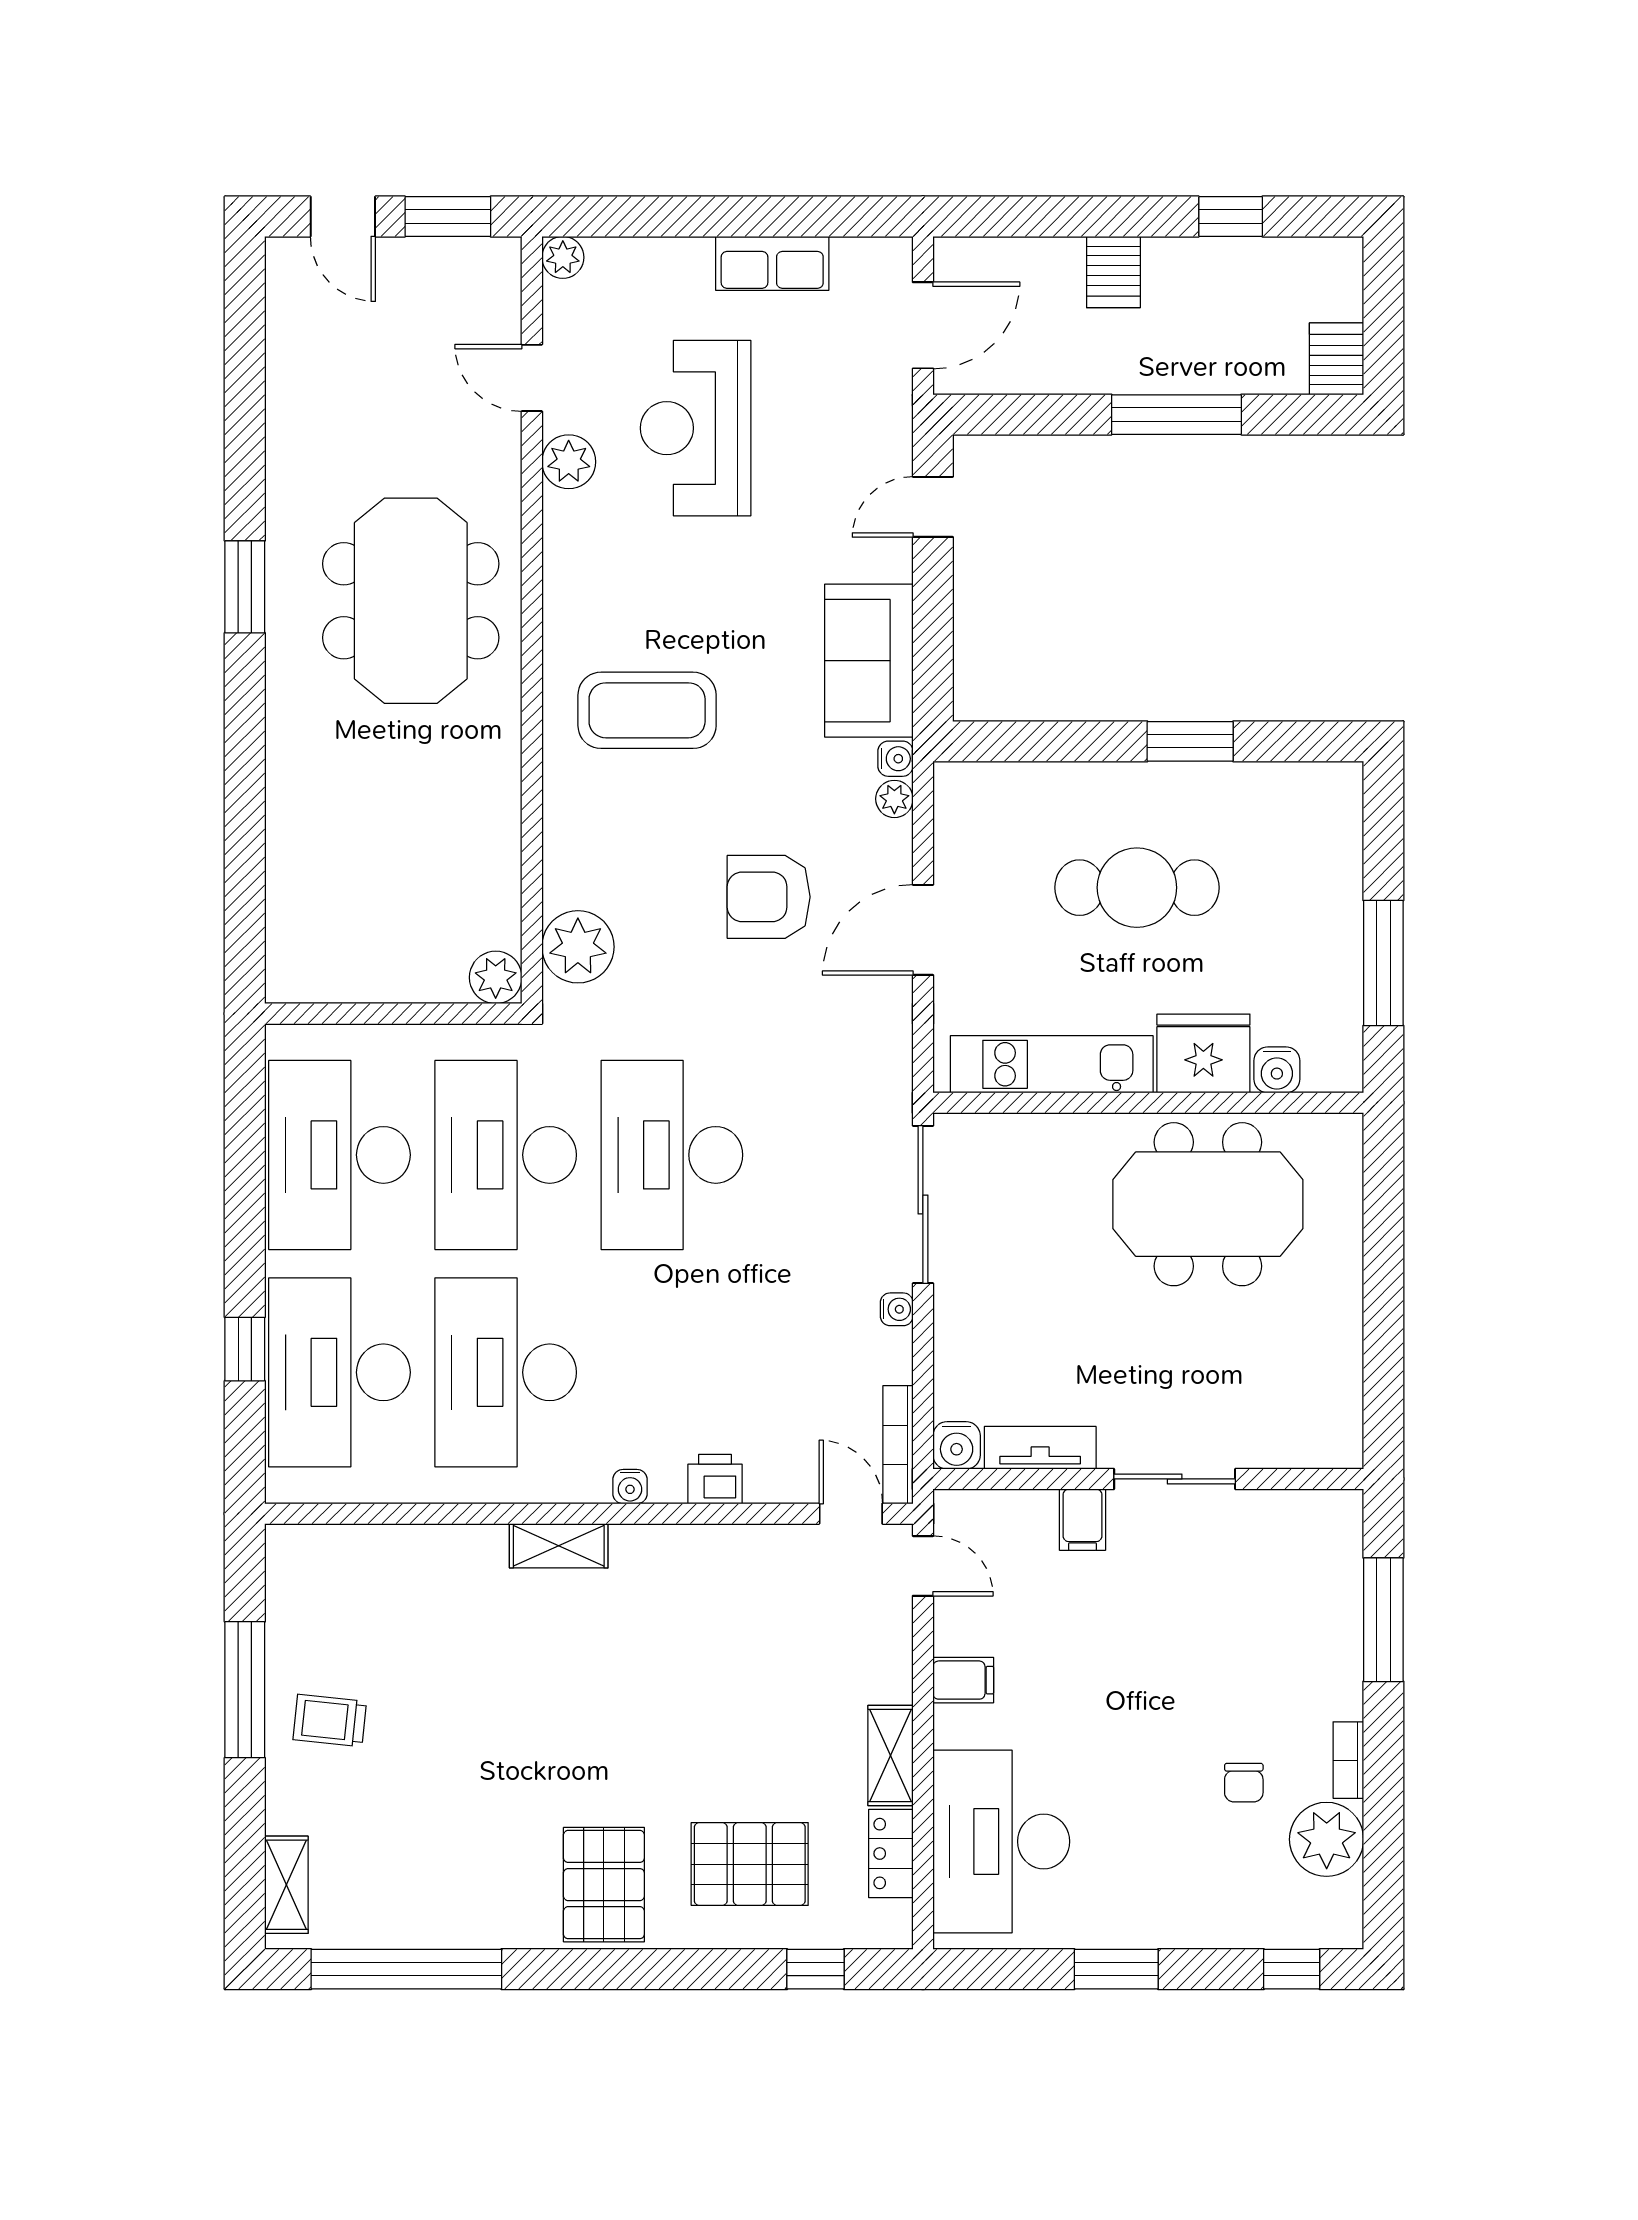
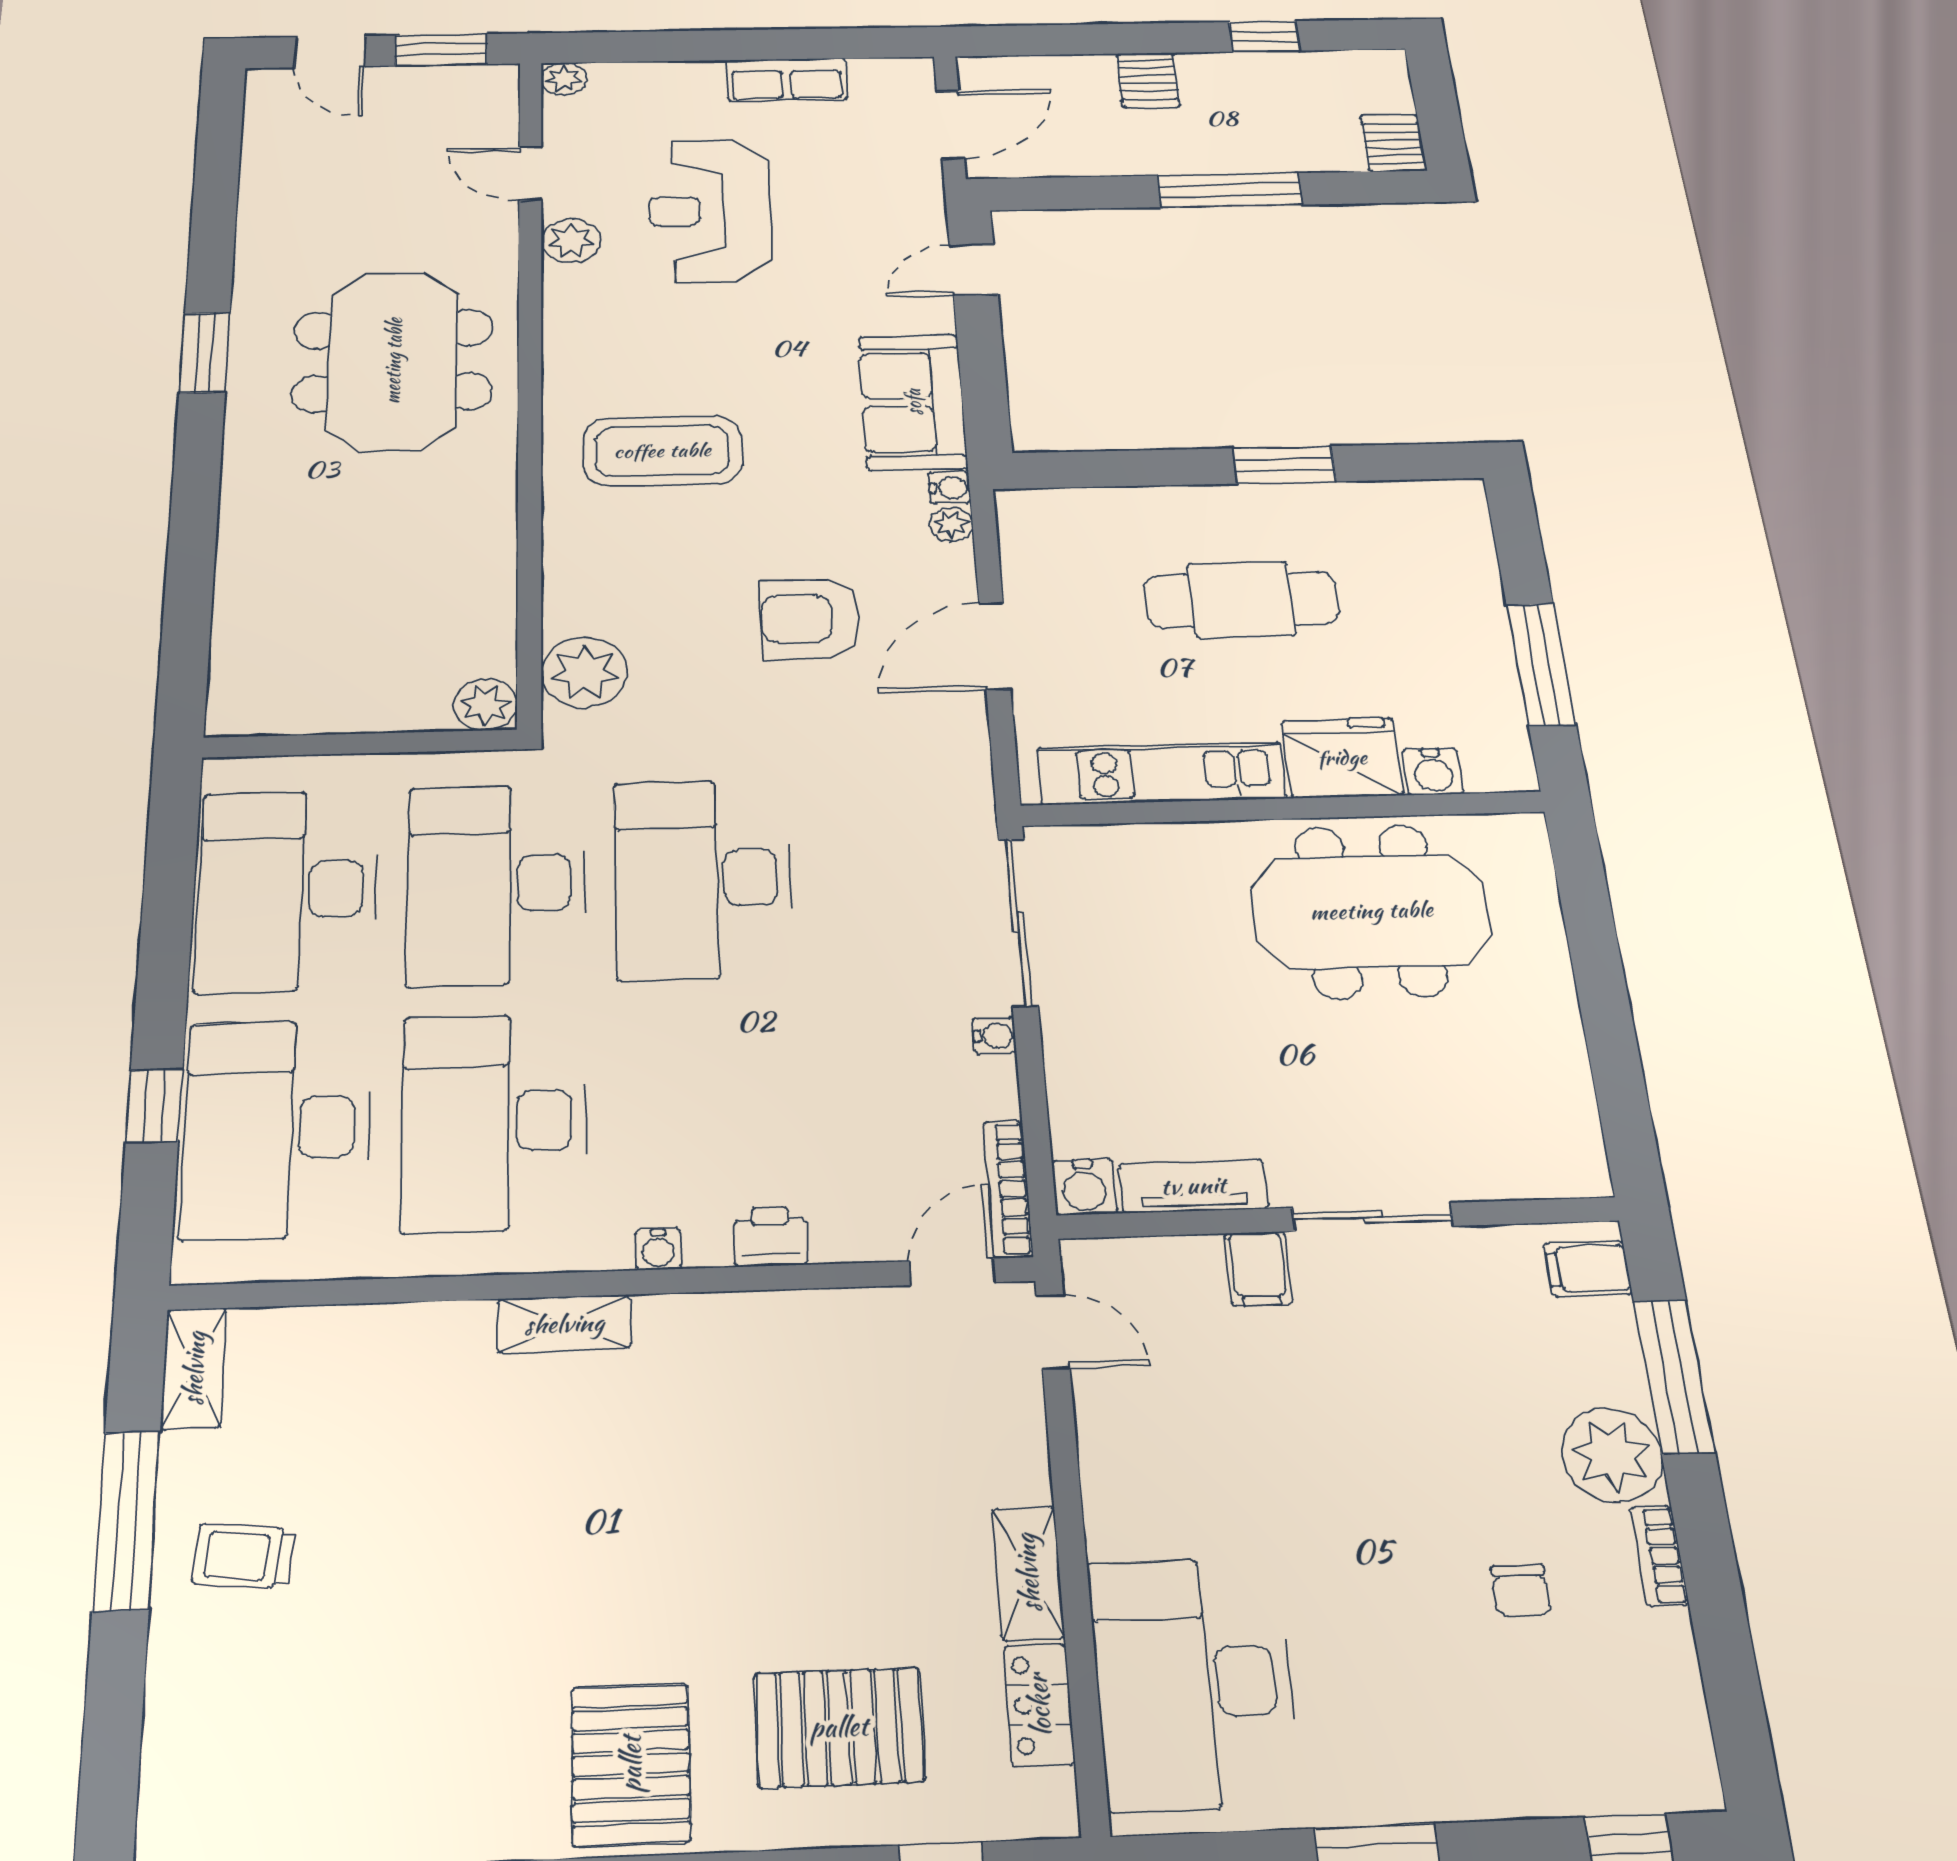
door: (851, 1514) -> (952, 1272), hinge flipped
filing cabinet: (963, 1680) -> (1588, 1269), moved, turned 180
plant: (1327, 1839) -> (1612, 1455), moved
shelving: (286, 1885) -> (194, 1369), moved

